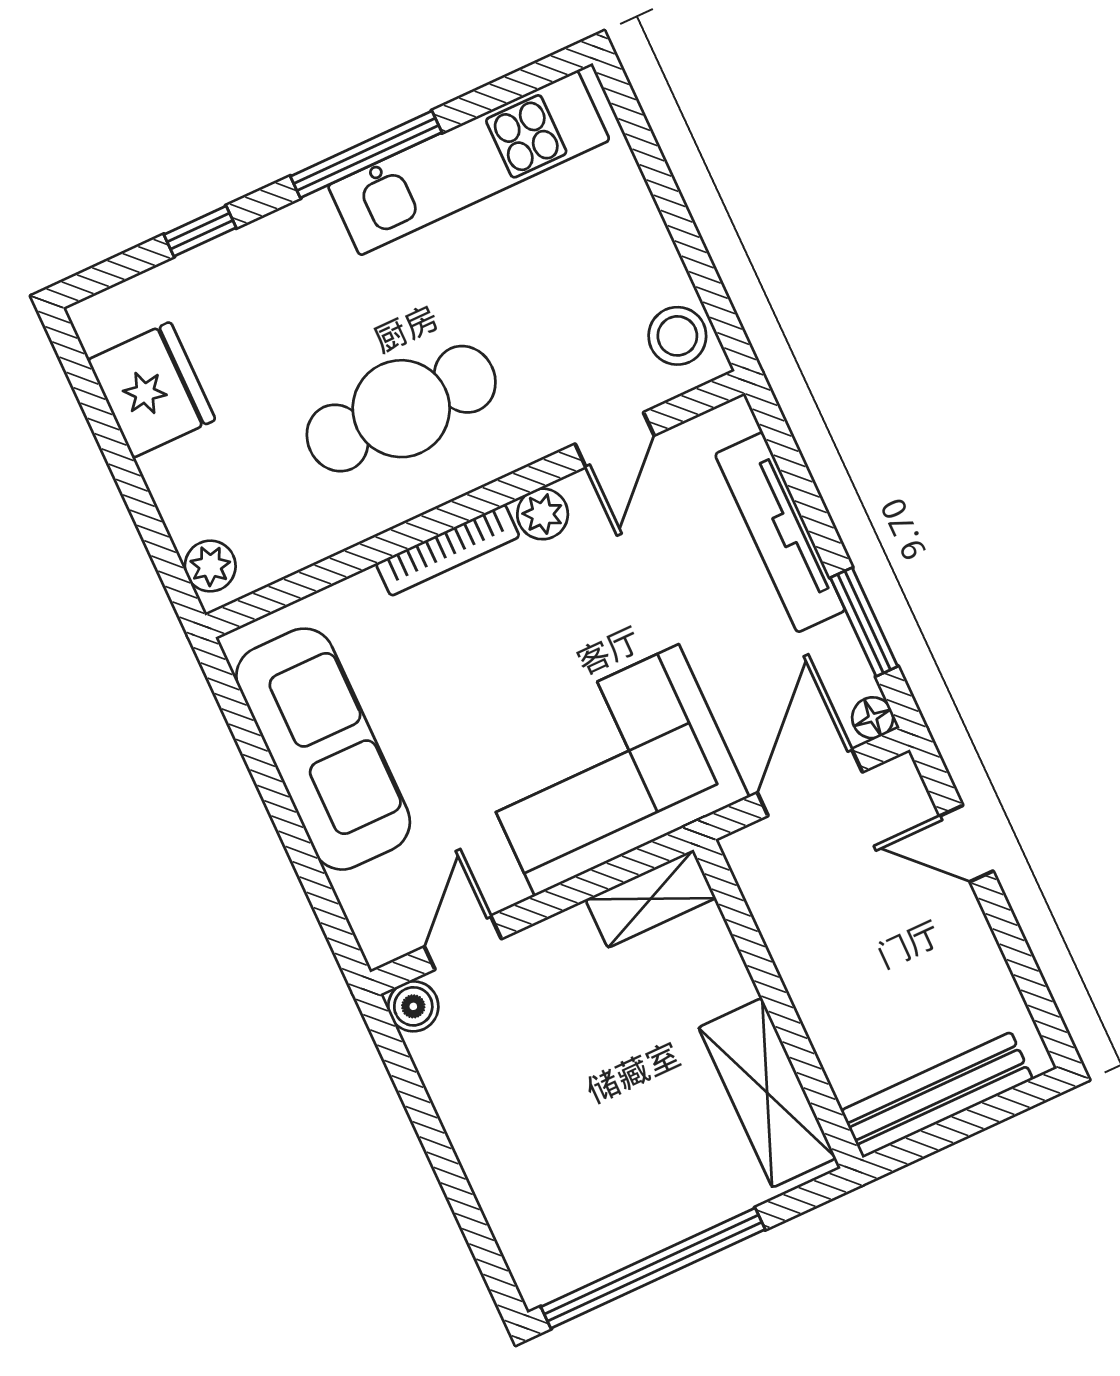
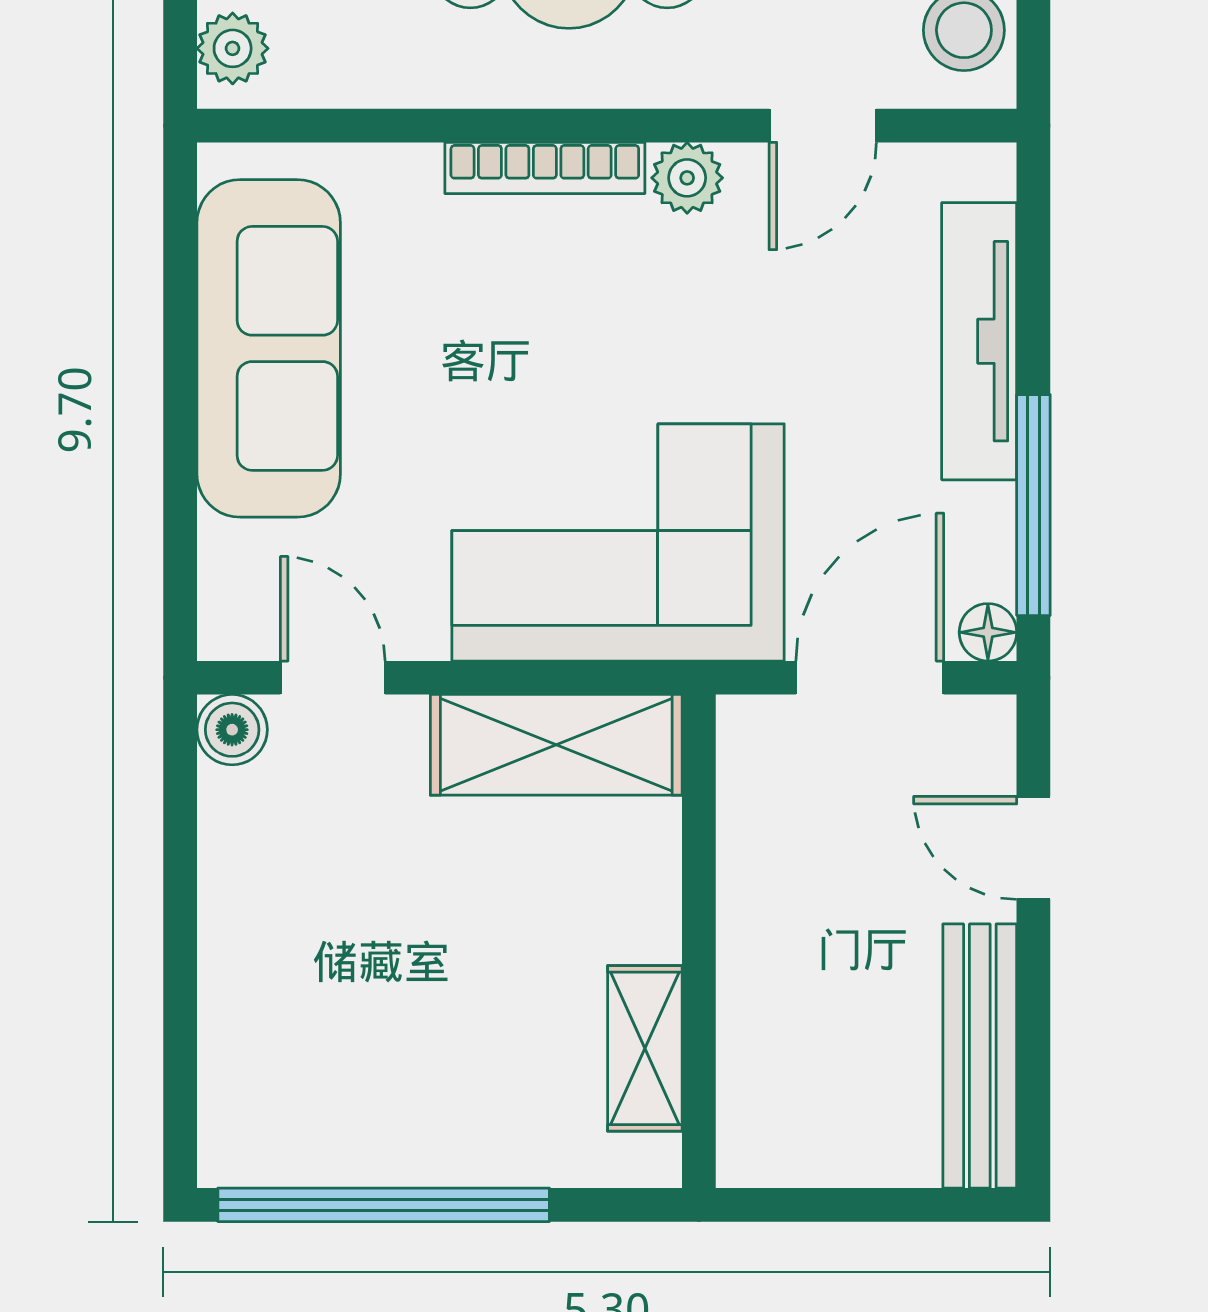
window: (864, 622) -> (1033, 505), width x1.44
shelving: (651, 899) -> (556, 745), width x1.50, depth x1.33
door: (463, 943) -> (333, 678), hinge flipped
shelving: (767, 1093) -> (645, 1048), width x0.67, depth x0.75
bench: (937, 1095) -> (980, 1056), moved, turned 90

